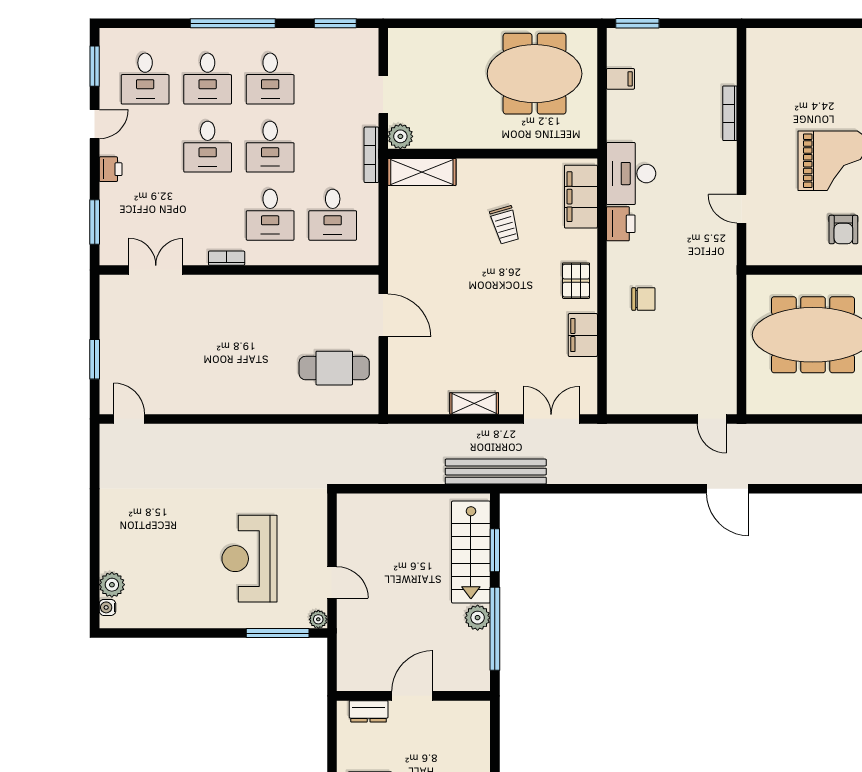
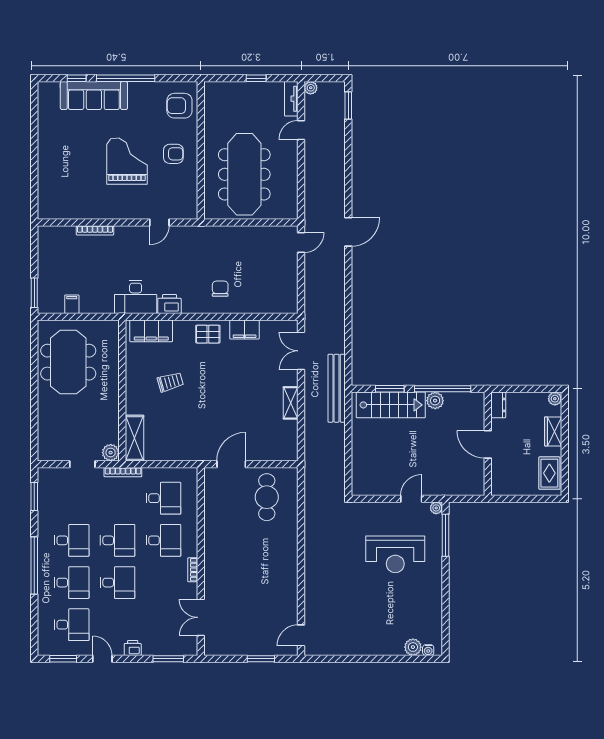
dresser: (369, 711) -> (498, 405), moved

